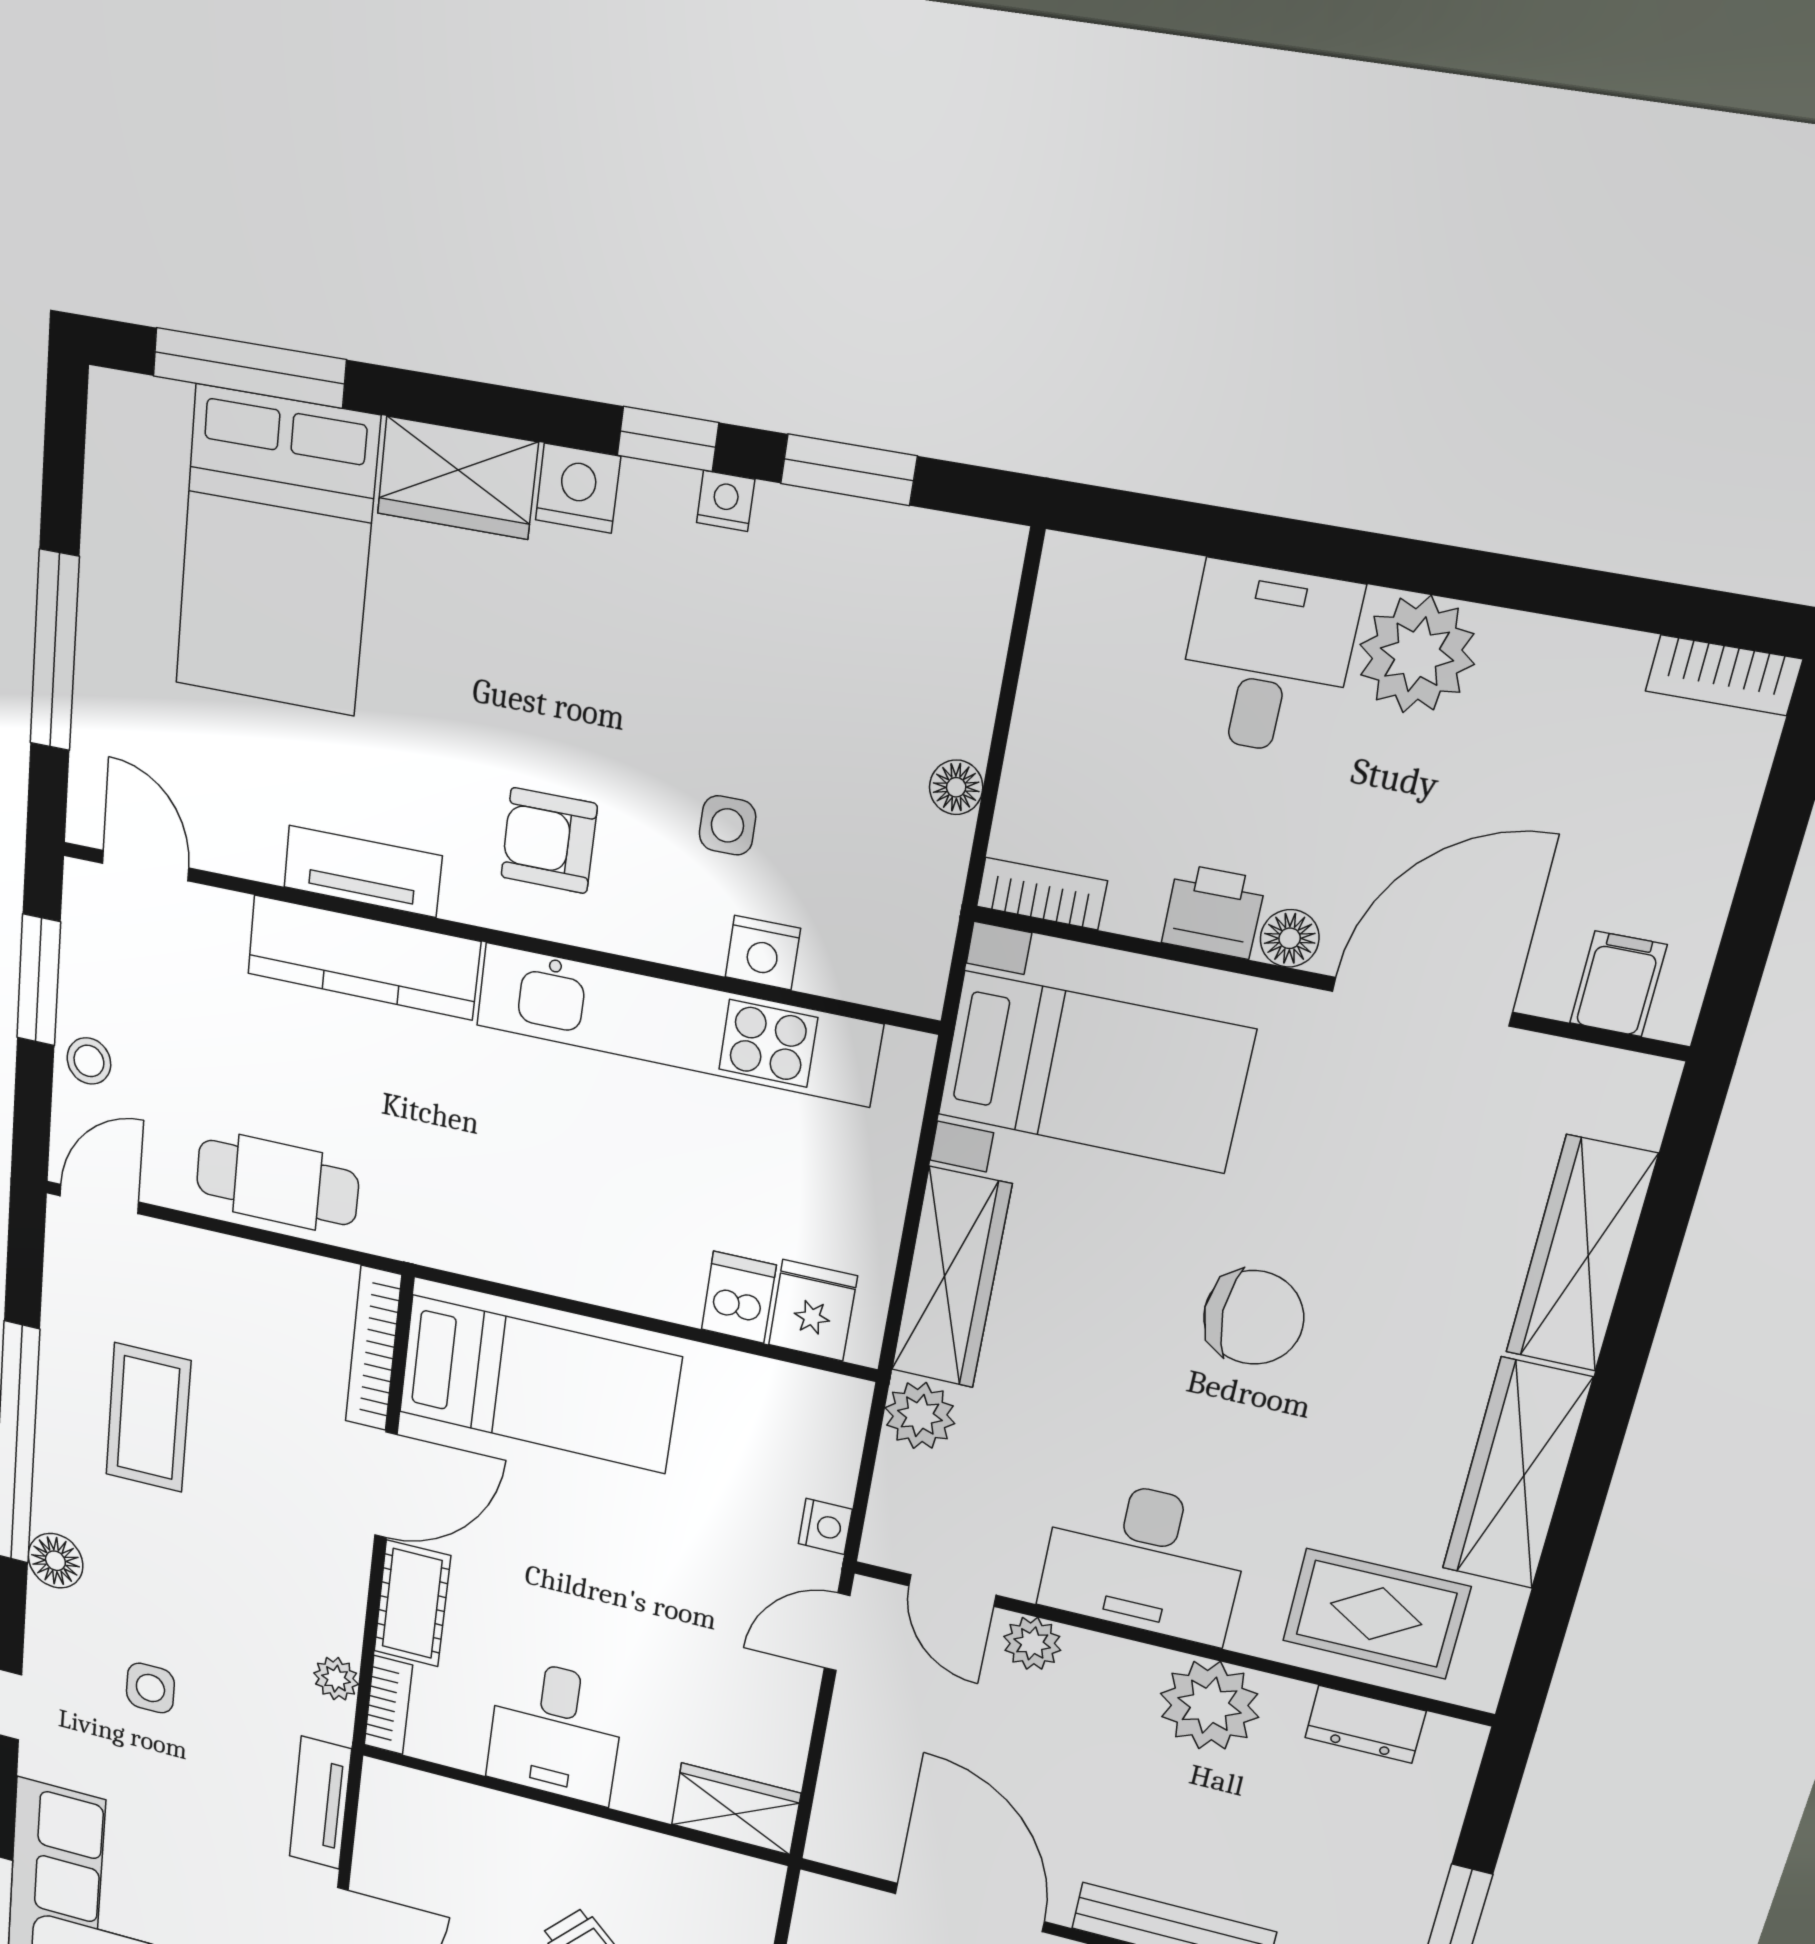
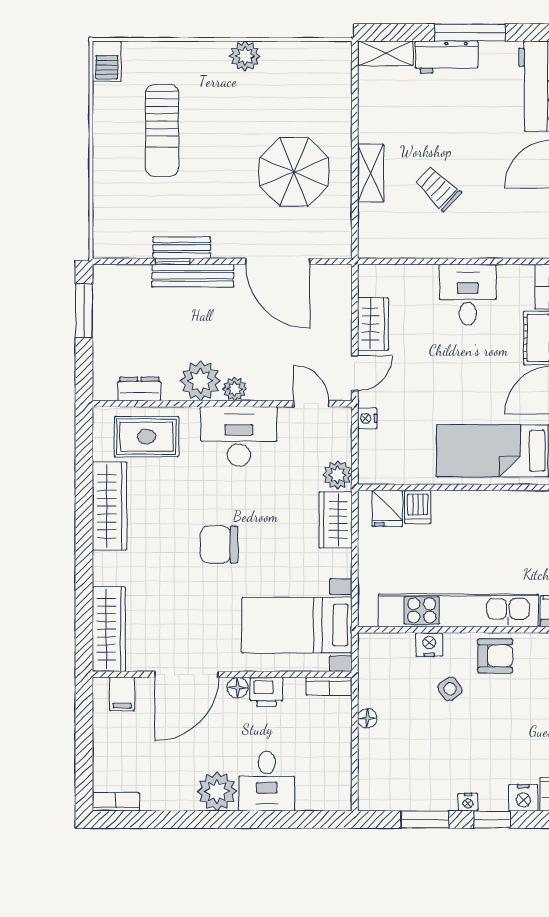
side table: (727, 825) -> (450, 689), turned -35
armchair: (549, 841) -> (495, 656), moved
wardrobe: (1581, 1254) -> (109, 629), moved
wardrobe: (951, 1278) -> (336, 520), width x0.67
plant: (1032, 1643) -> (235, 389), moved
wardrobe: (736, 1809) -> (373, 324), moved, turned -90

